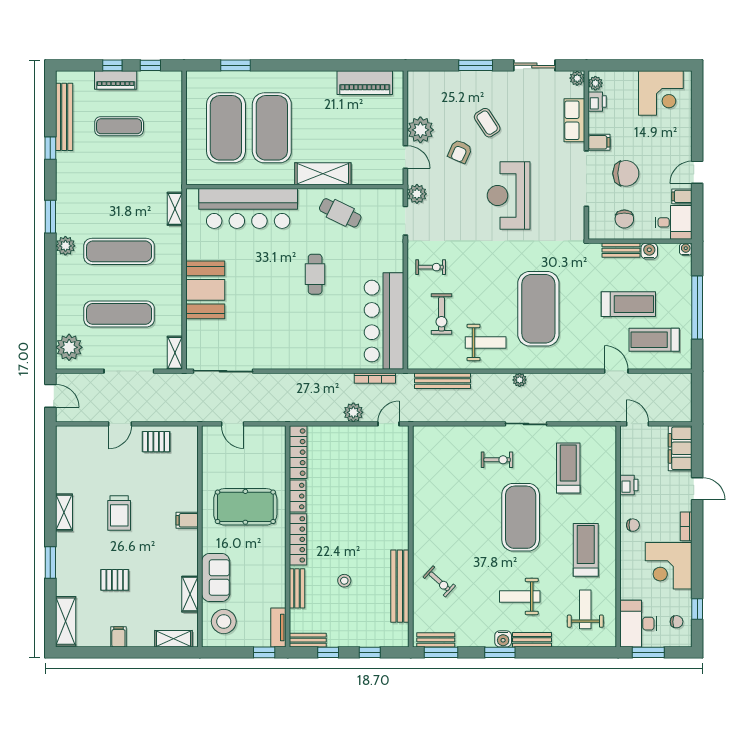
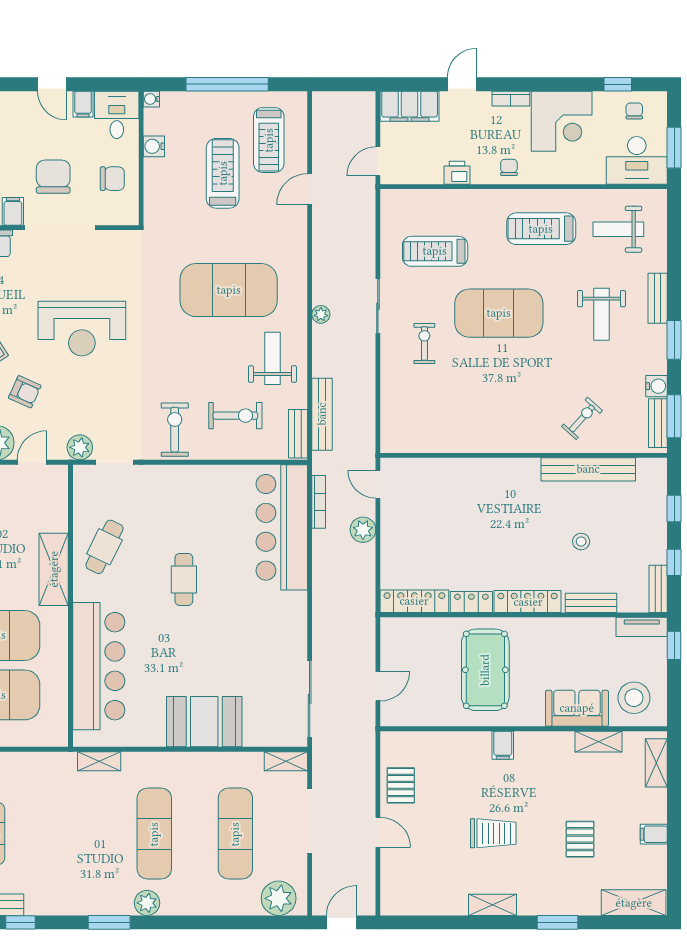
bench: (621, 250) -> (298, 434), moved
exercise bike: (431, 267) -> (175, 430), width x1.38, depth x1.39
cafe table: (315, 274) -> (184, 579), turned 90
bar counter: (384, 321) -> (282, 527), moved, turned 90
water cooler: (503, 639) -> (657, 386), moved

